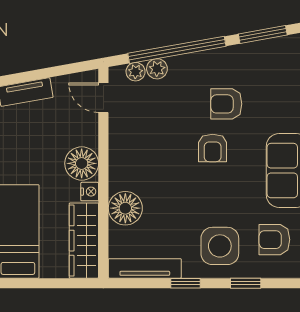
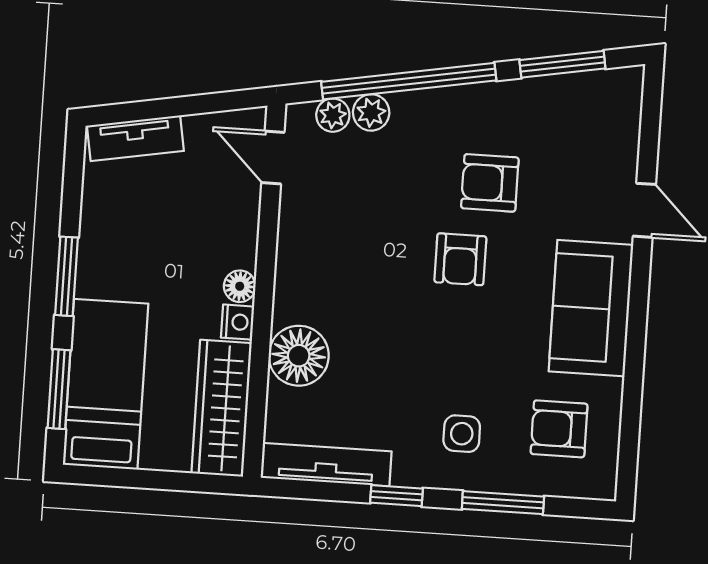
floor lamp: (82, 163) -> (240, 286), width x0.53, depth x0.53
side table: (220, 246) -> (462, 434), width x0.54, depth x0.54
window: (246, 283) -> (503, 503), width x1.50

